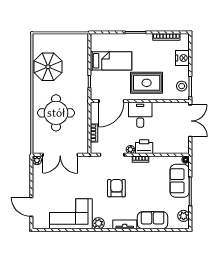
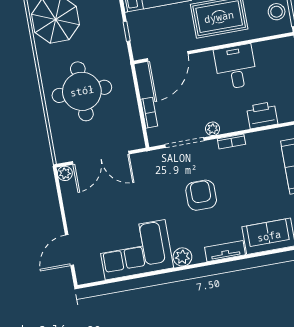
desk: (140, 115) -> (236, 67), moved
printer: (144, 147) -> (262, 115), moved
door: (31, 207) -> (69, 250), hinge flipped

